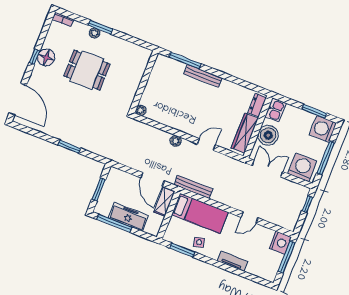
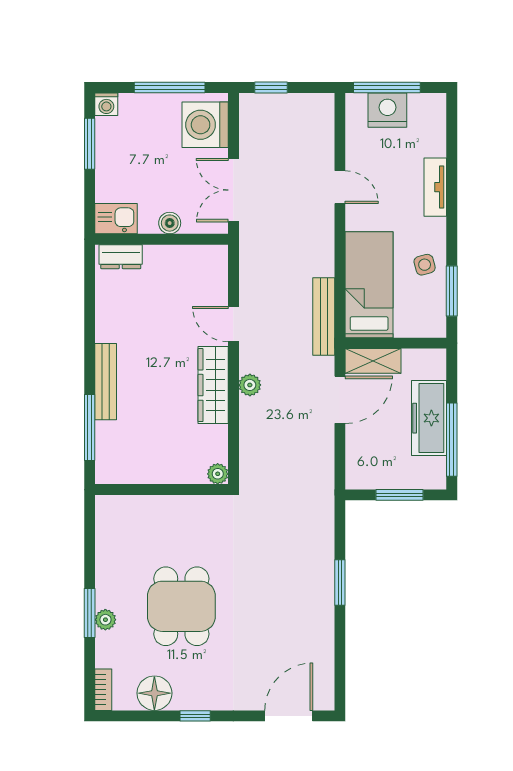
floor lamp: (46, 57) -> (154, 693), moved
door: (18, 99) -> (289, 716), width x0.73
washing machine: (323, 129) -> (106, 104), width x0.53, depth x0.53
wardrobe: (245, 133) -> (213, 385), moved, turned 90
boiler: (268, 135) -> (170, 223), width x0.54, depth x0.54
nightstand: (280, 243) -> (387, 110), moved

